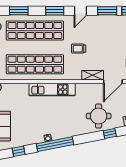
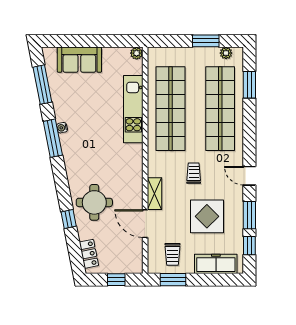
window: (55, 11) -> (249, 138), removed
display table: (108, 40) -> (207, 216), added
kitchen unit: (52, 90) -> (133, 109), moved
window: (55, 144) -> (53, 138), width x0.68
window: (19, 151) -> (42, 85), width x2.17

